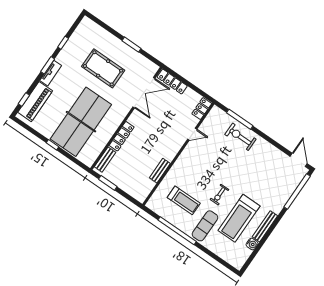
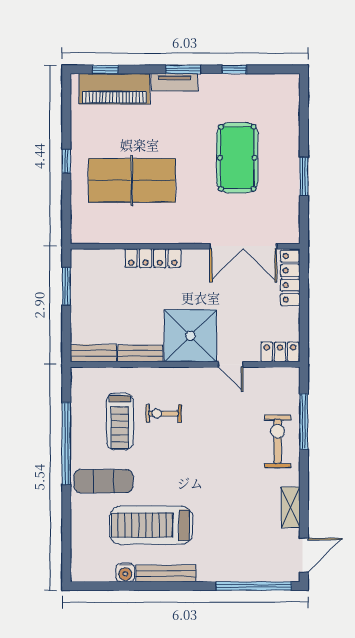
table tennis table: (81, 122) -> (132, 180), width x0.73, depth x0.76
shower: (167, 143) -> (191, 336), added
shelving: (274, 151) -> (291, 507), added
bench: (105, 160) -> (93, 353), moved
exercise bike: (220, 195) -> (163, 414), moved

